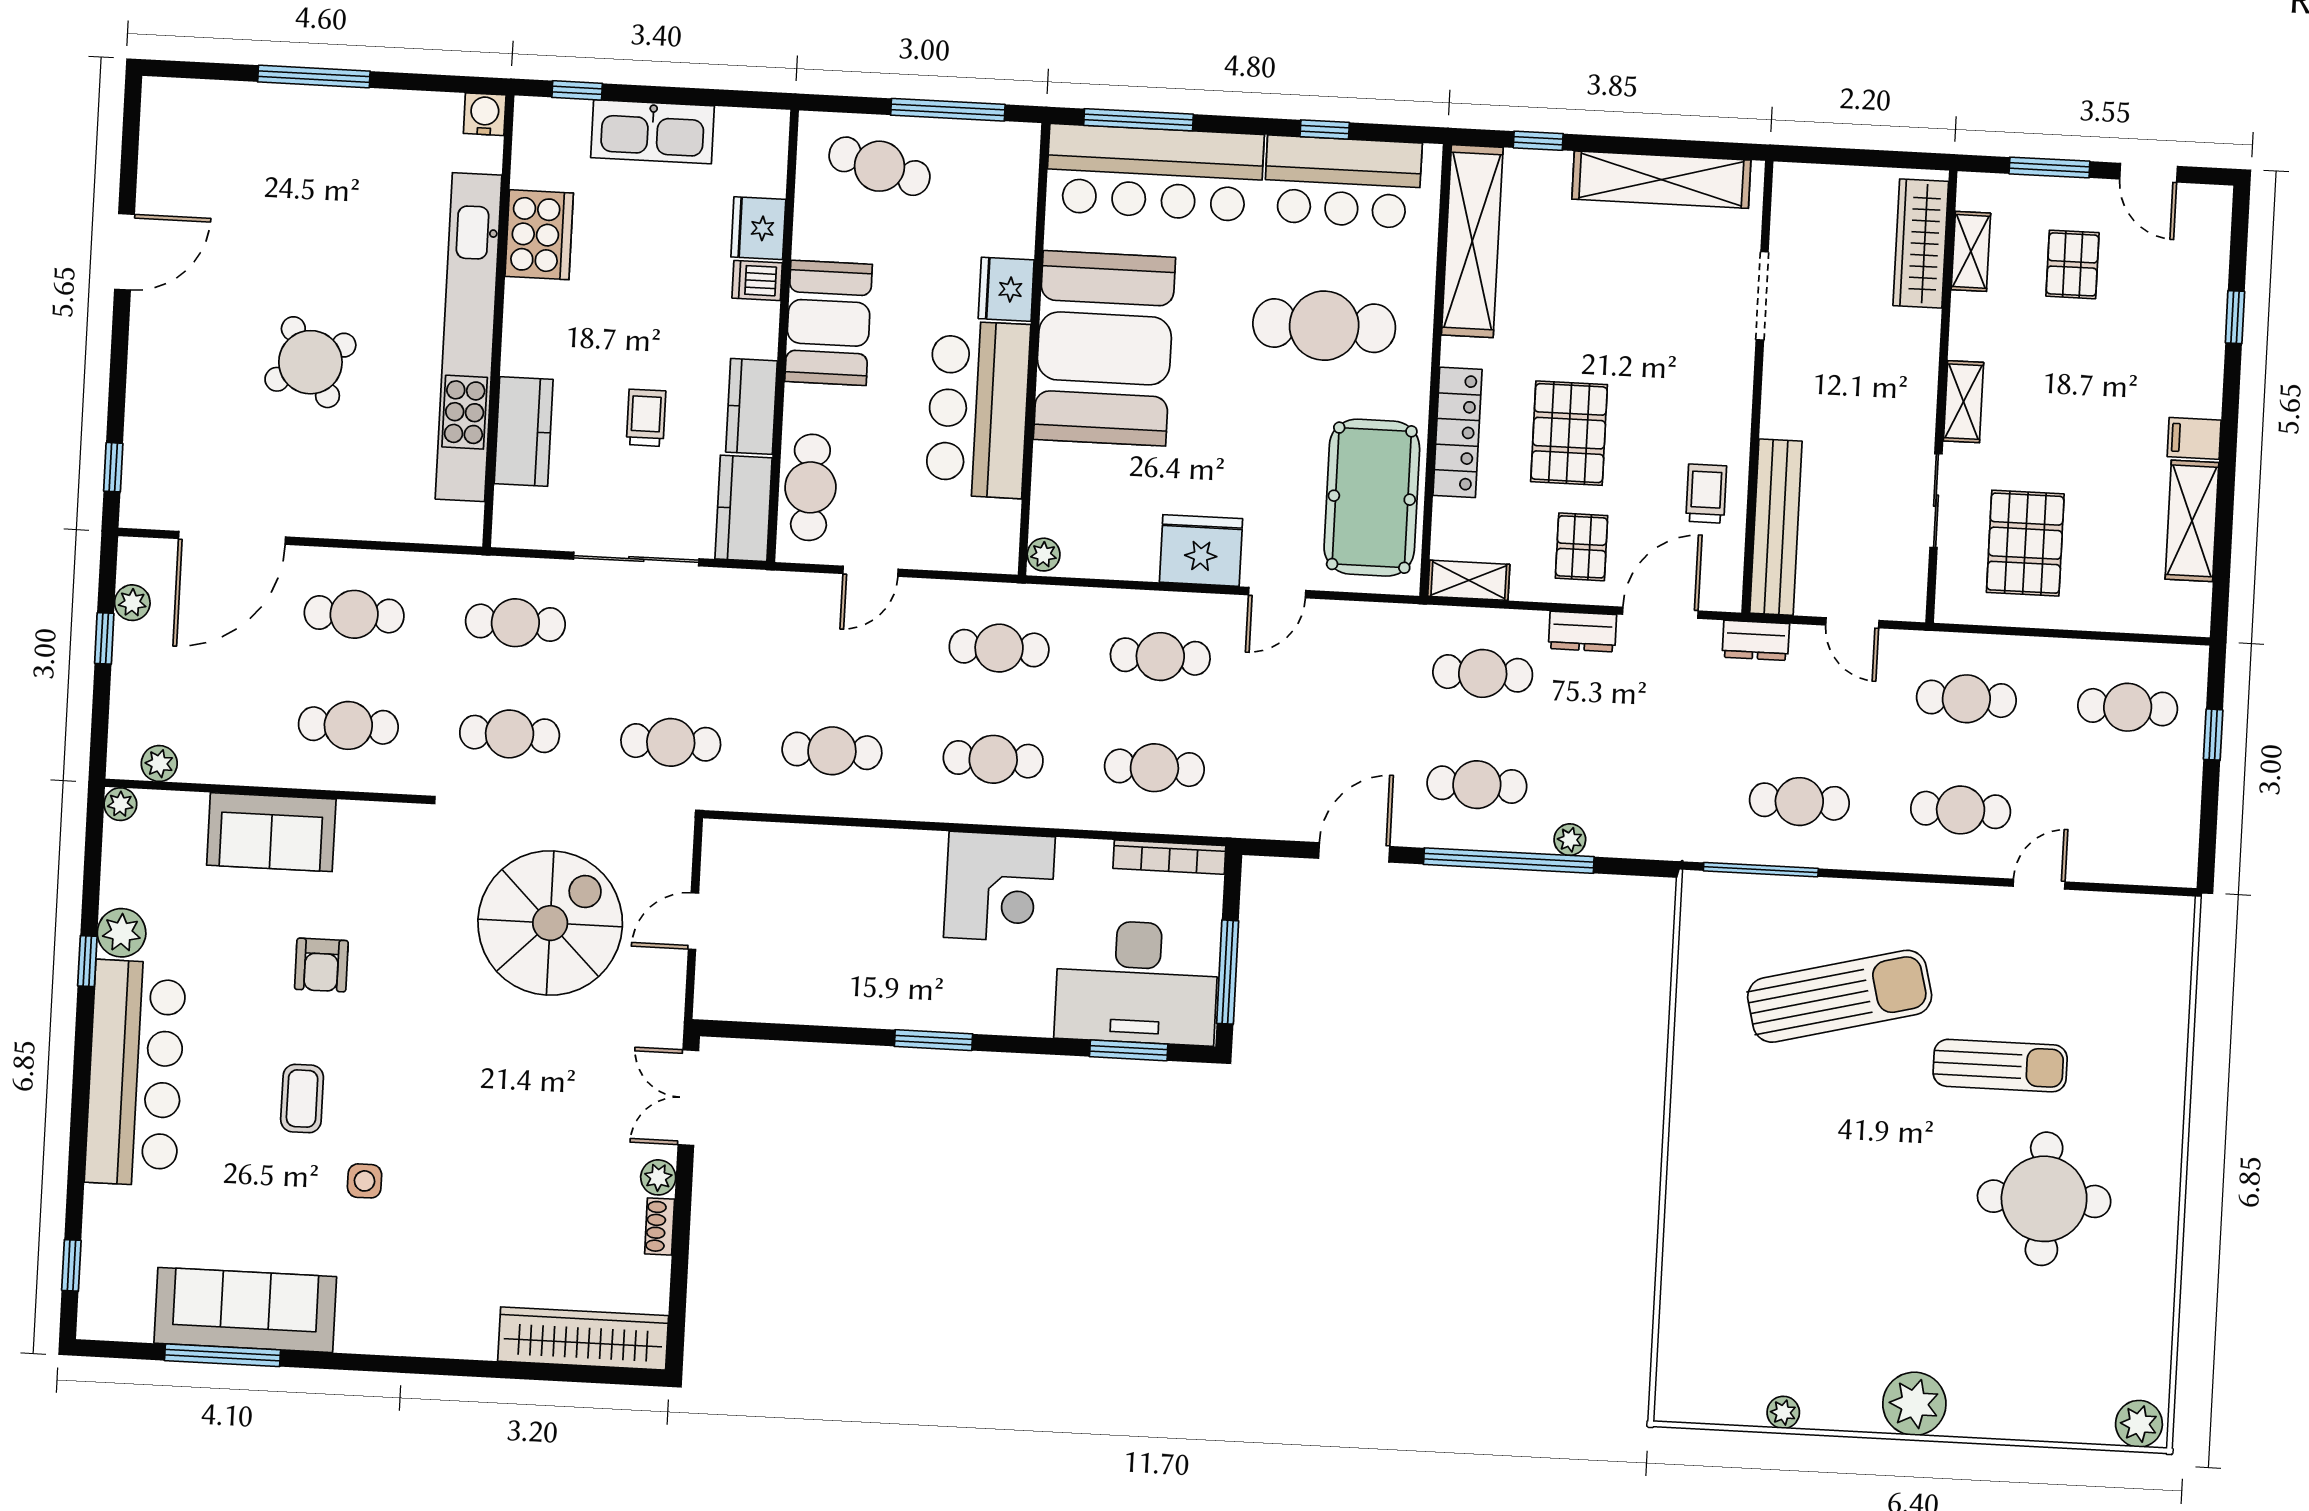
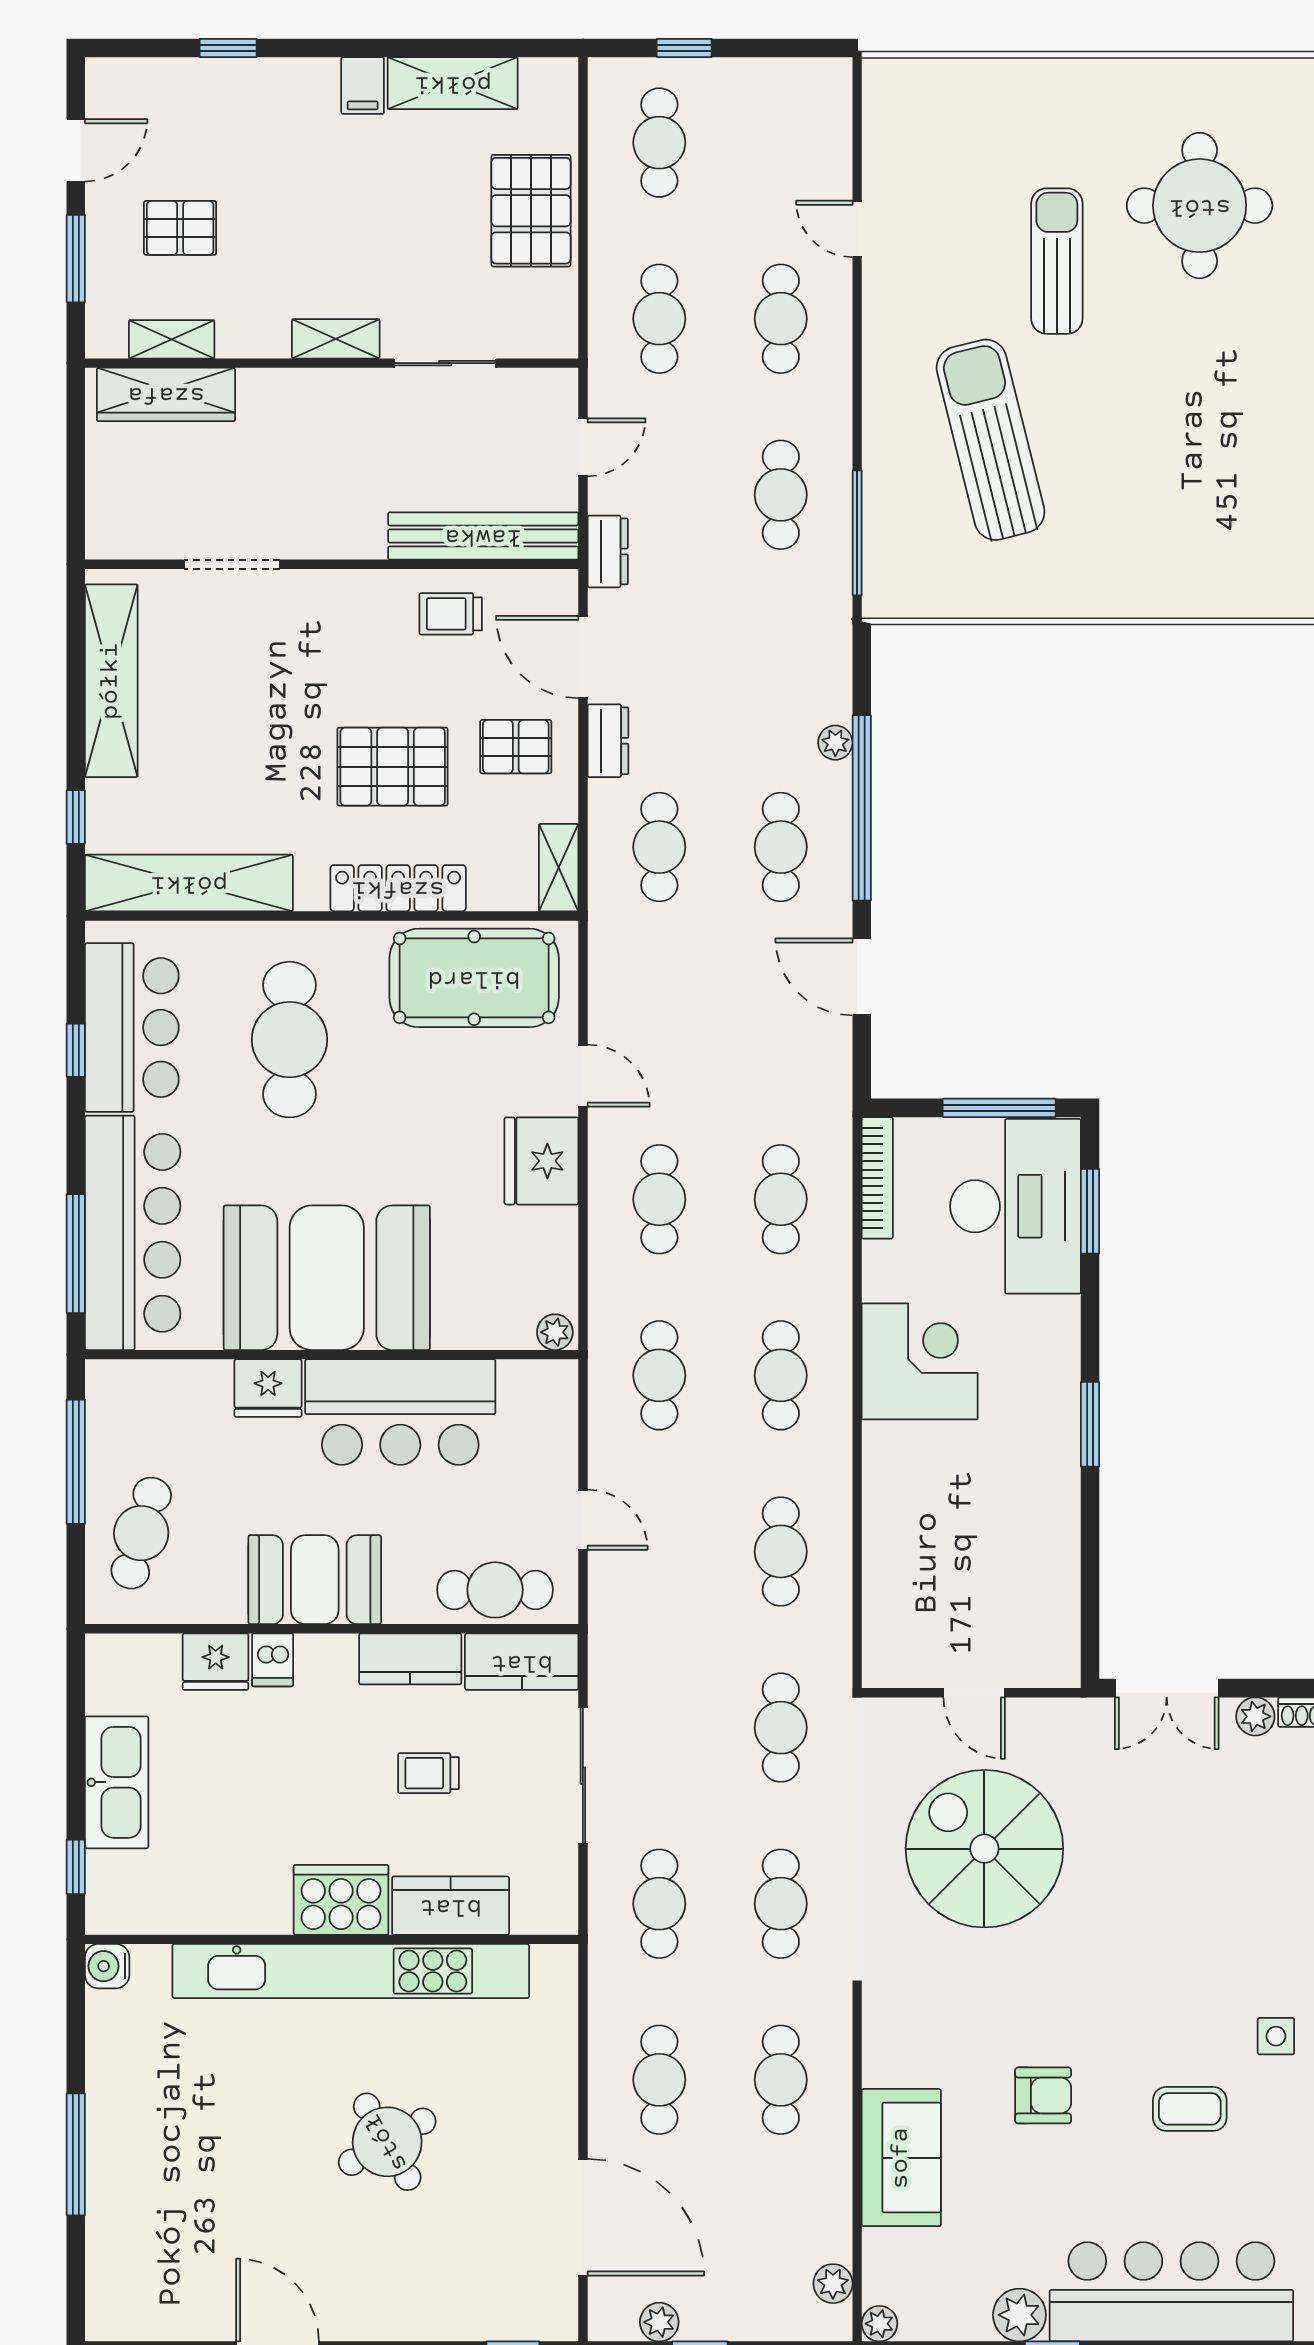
cooker: (539, 235) -> (341, 1900), moved
pallet: (2025, 543) -> (531, 211), moved, turned 90

